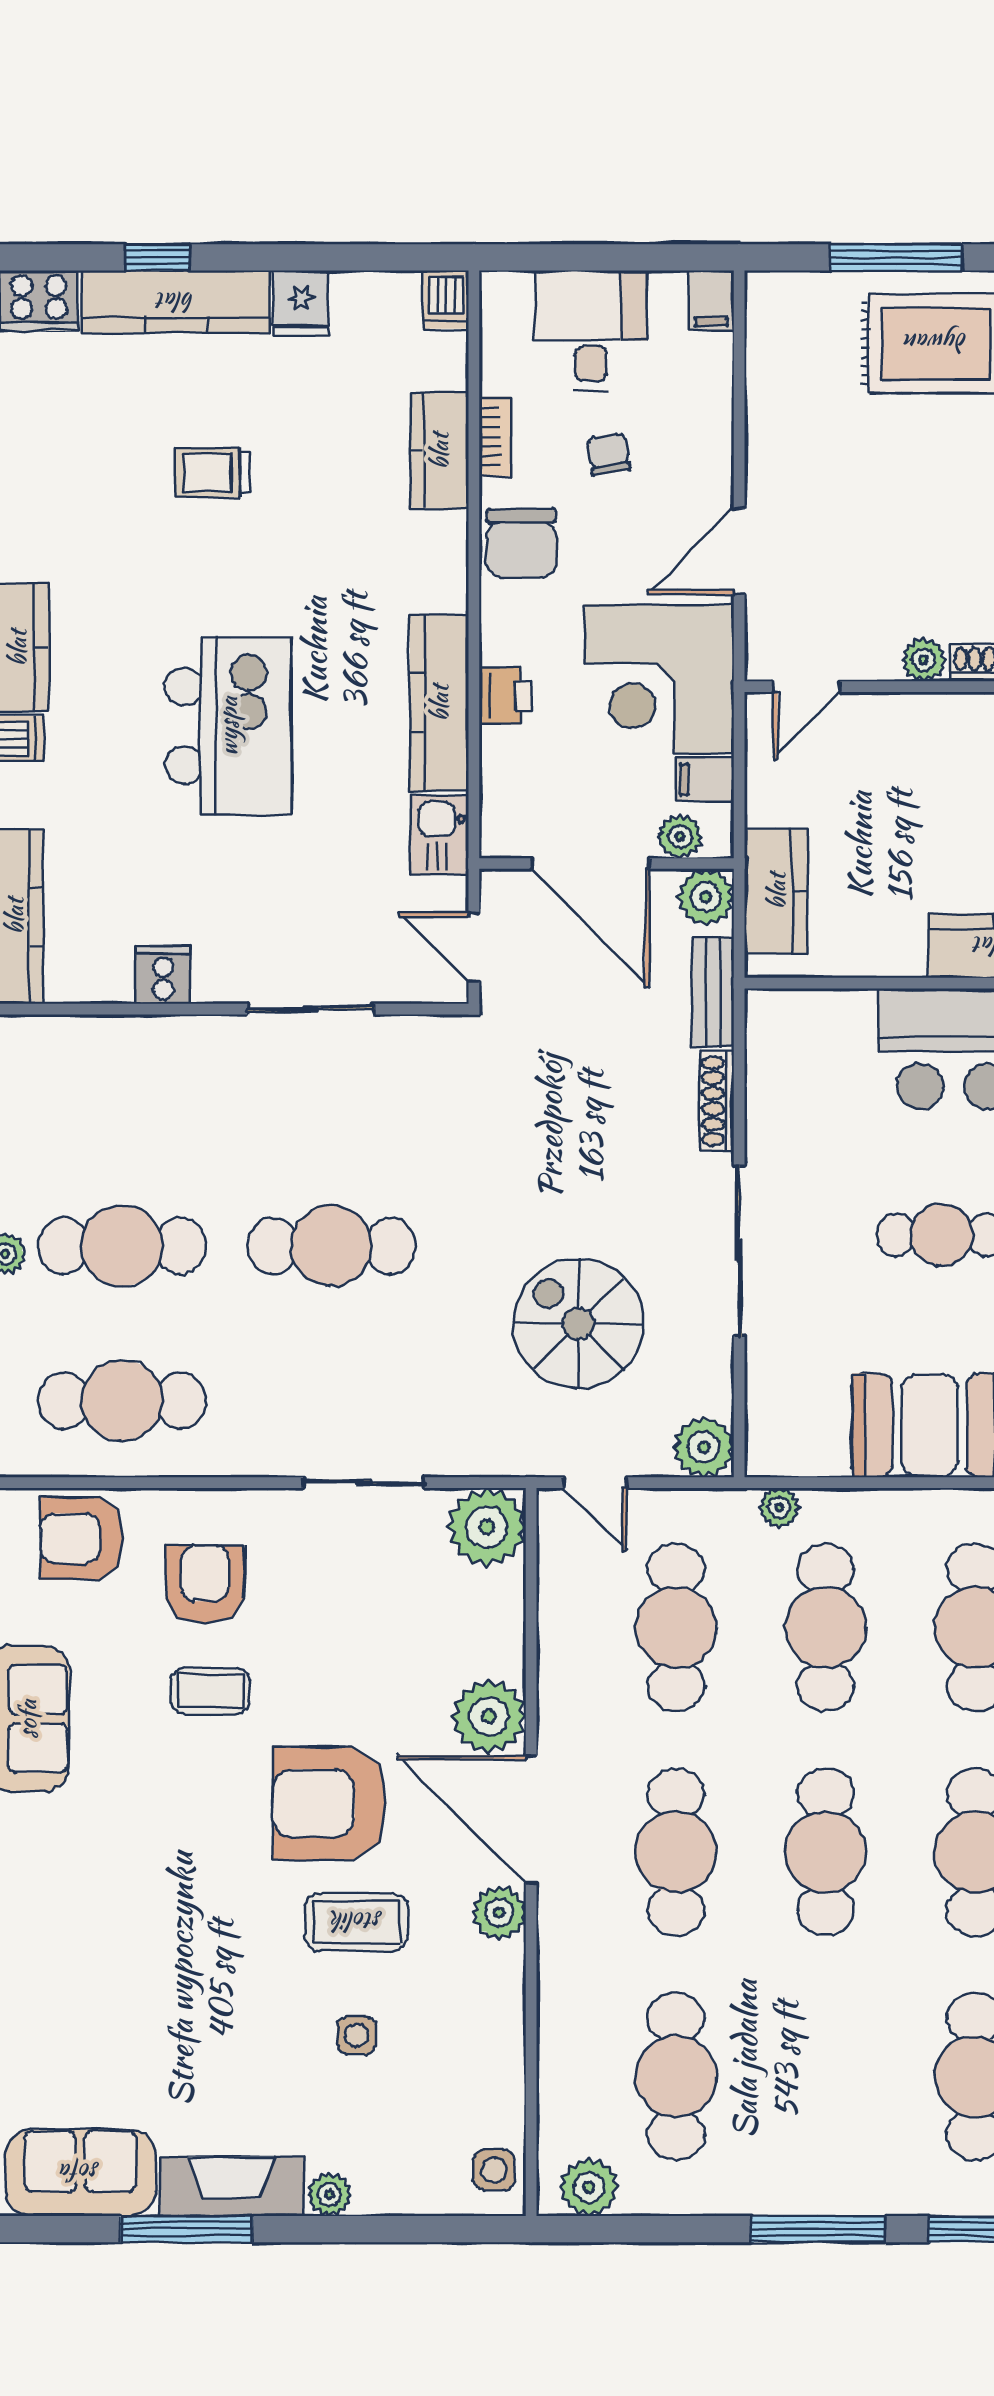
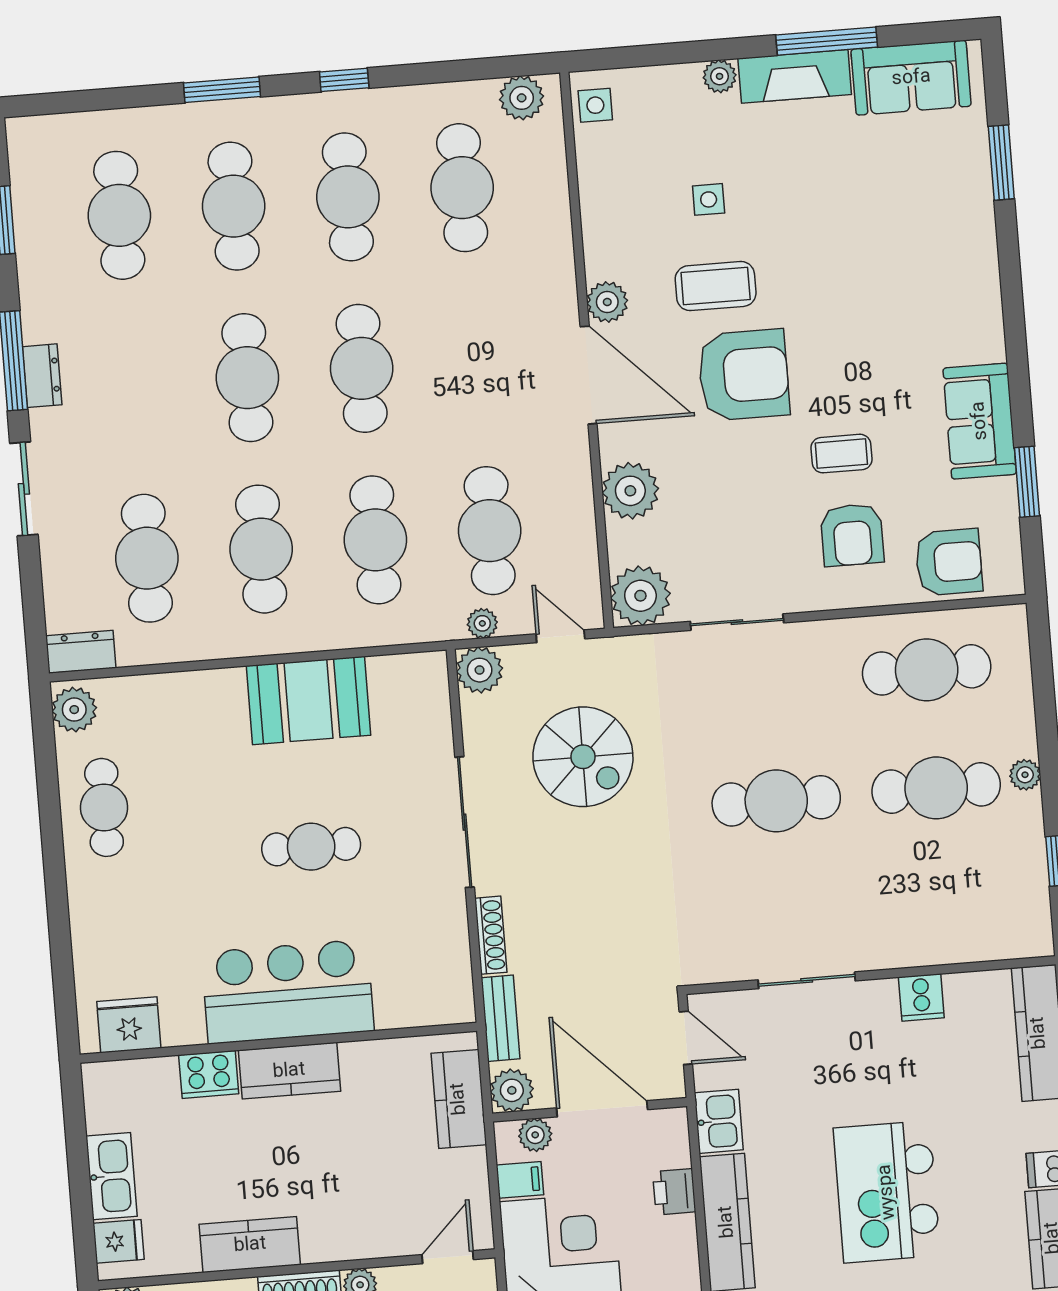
printer: (505, 696) -> (674, 1192), moved
plant: (779, 1508) -> (482, 623), moved
plant: (489, 1716) -> (630, 491), moved
cafe table: (676, 1852) -> (348, 197), moved
window: (818, 2229) -> (344, 80), width x0.46

